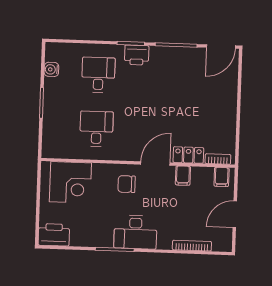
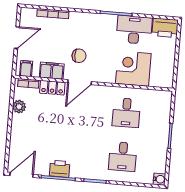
printer: (137, 55) -> (60, 169), moved
water cooler: (51, 69) -> (159, 179), moved
plant: (228, 130) -> (19, 107), added
filing cabinet: (183, 176) -> (52, 71), width x2.00
corner desk: (70, 182) -> (133, 69), moved
chair: (127, 184) -> (79, 56), moved
desk: (135, 232) -> (134, 30), moved

